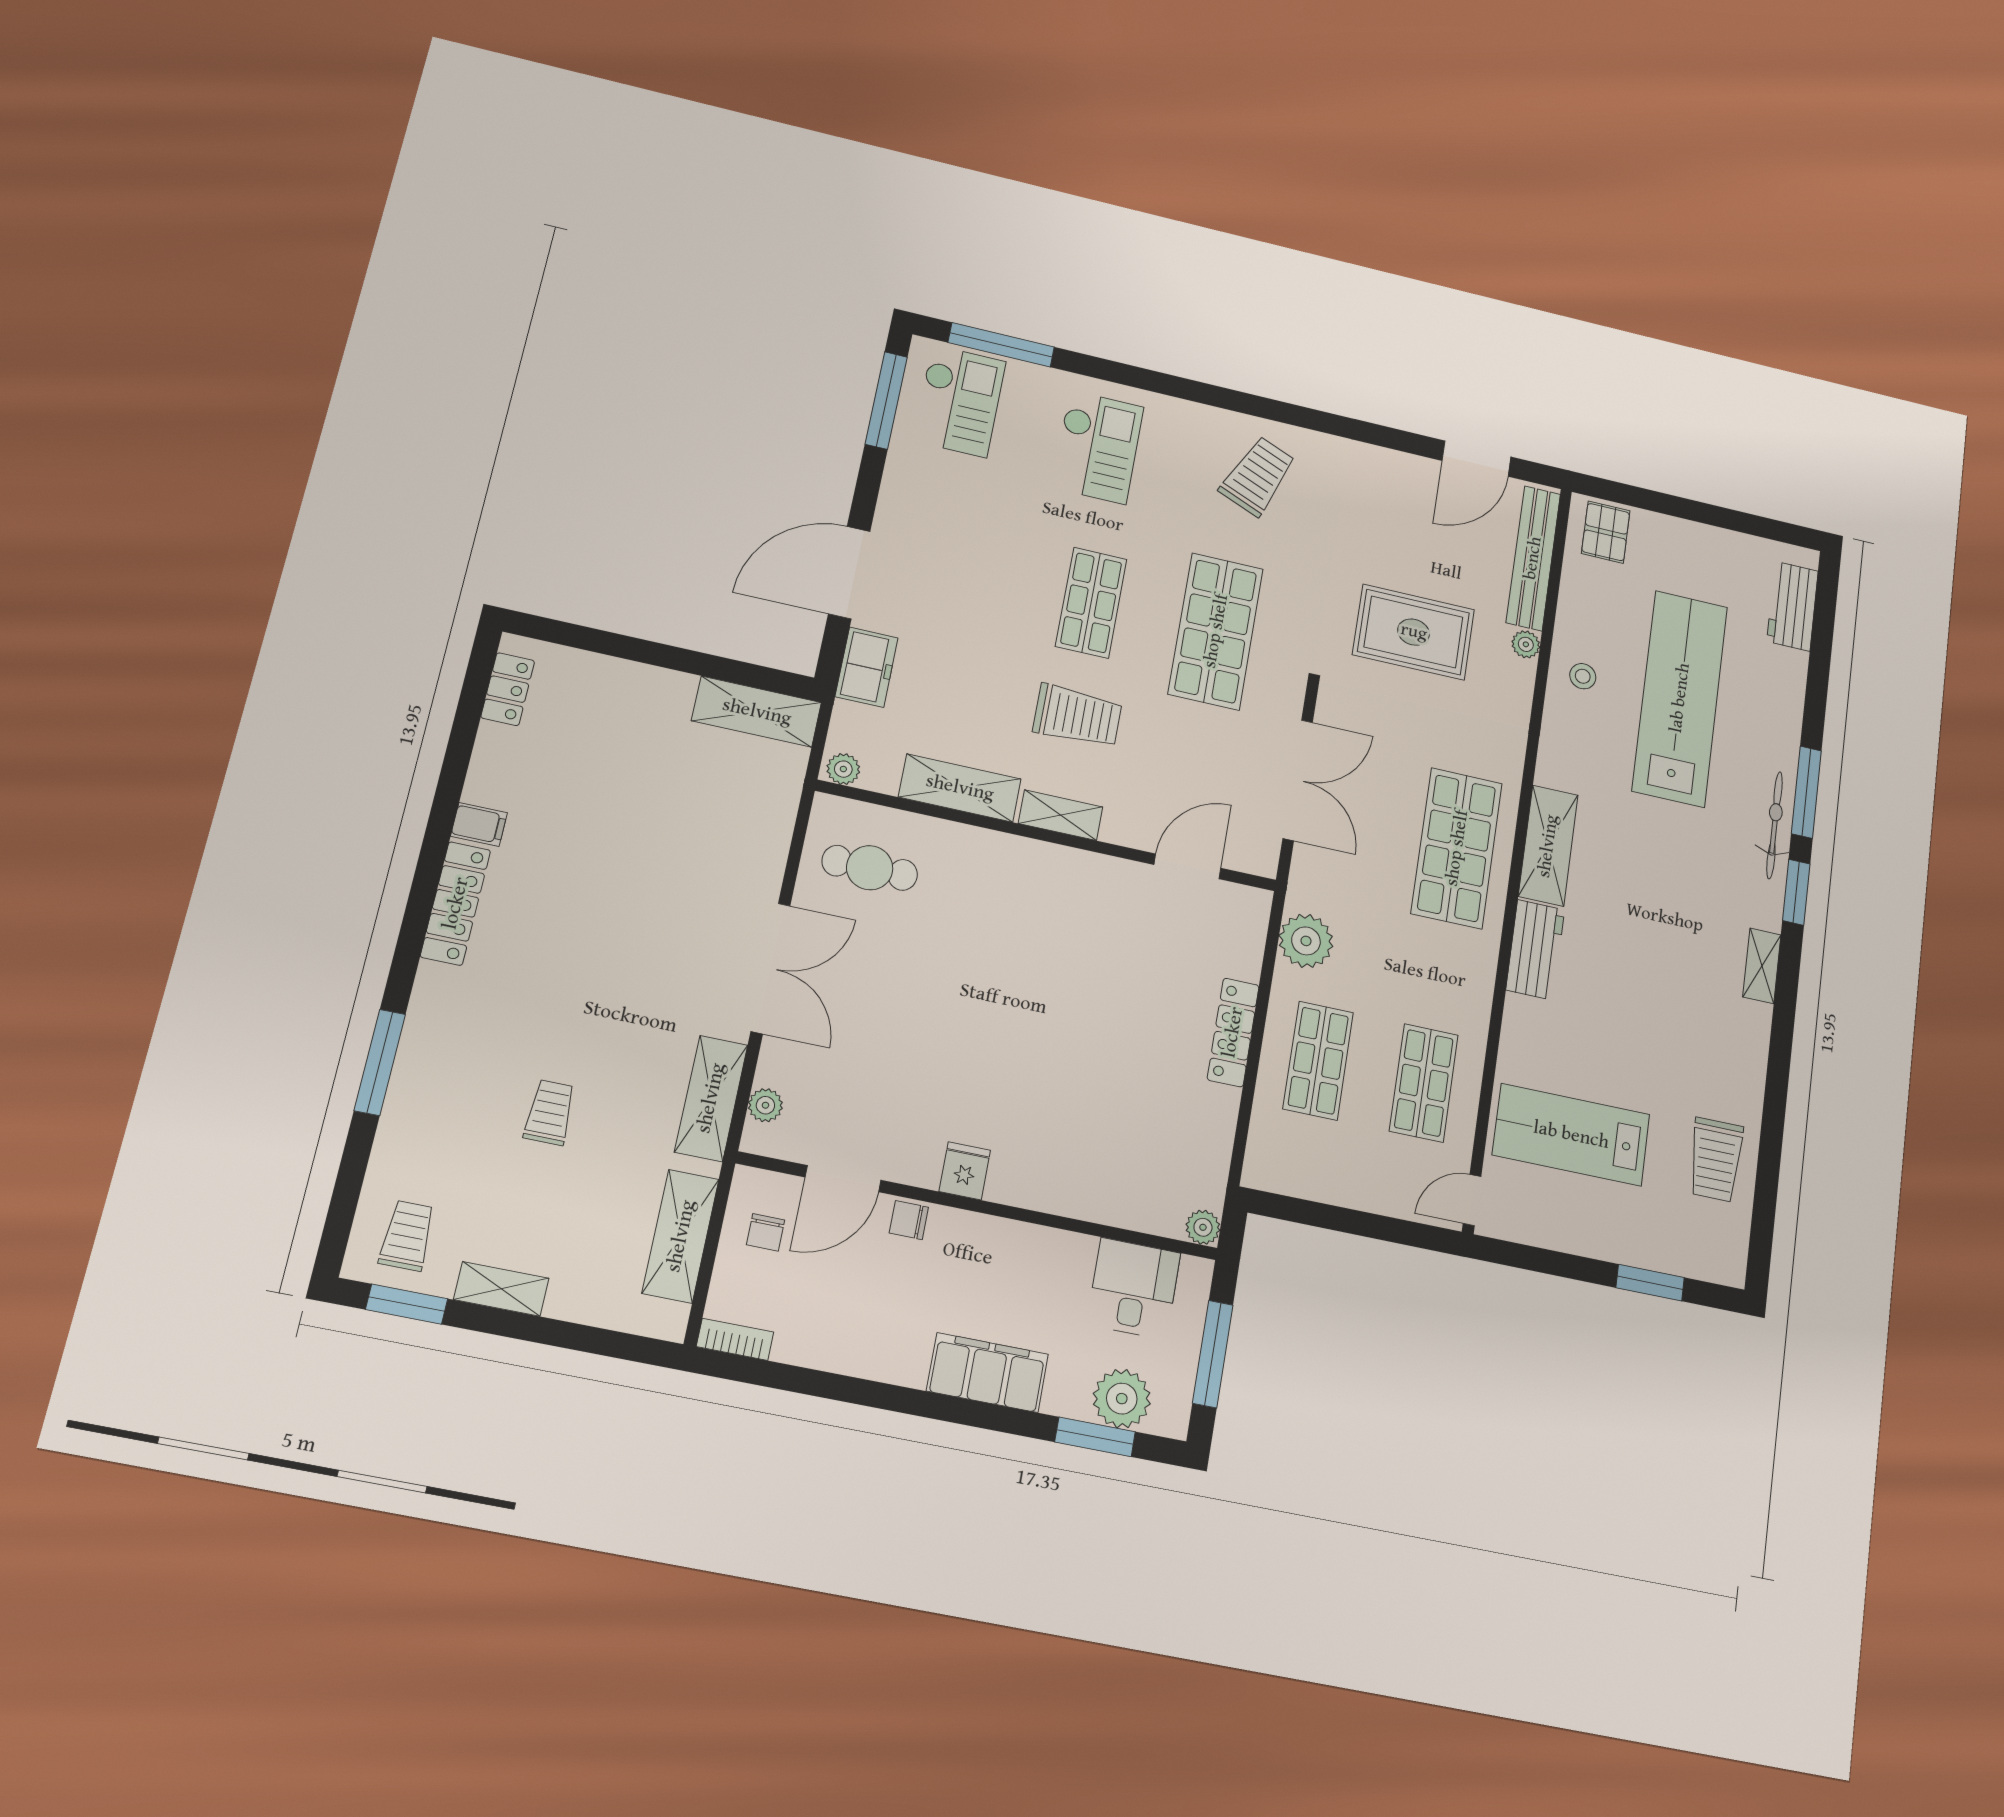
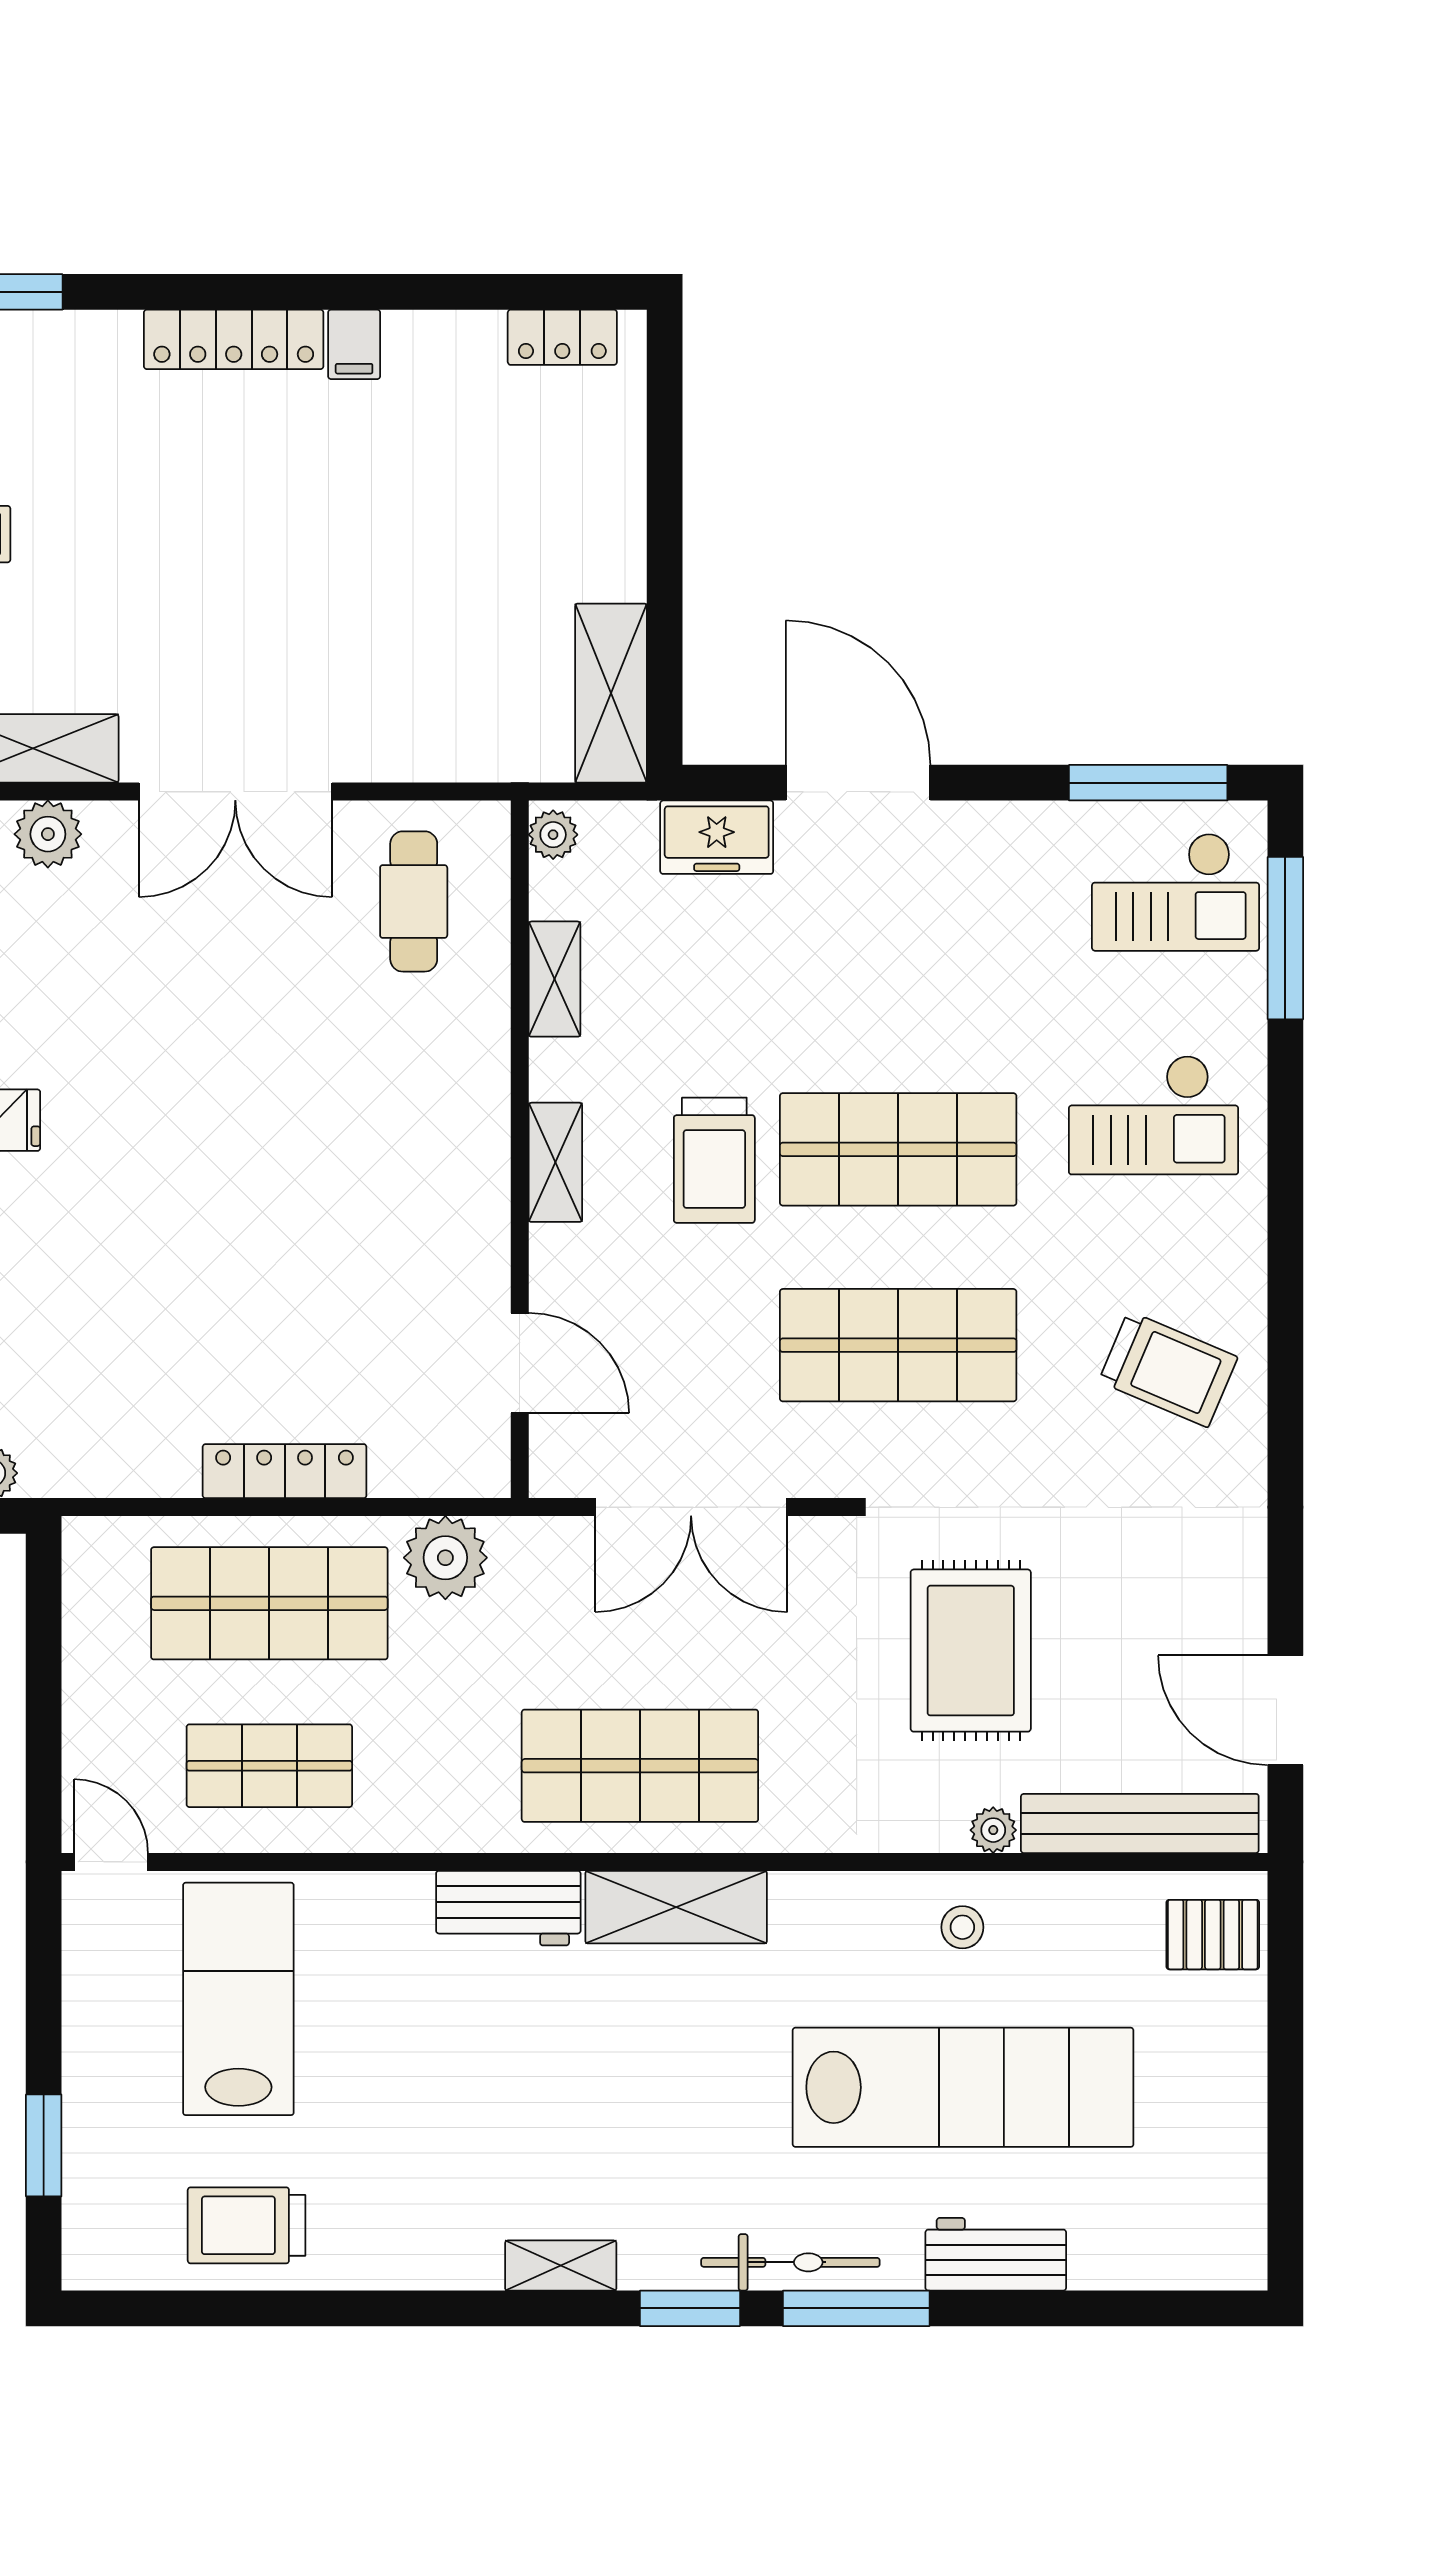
shop shelf: (1091, 603) -> (898, 1149), width x1.43, depth x1.36
workbench: (1792, 606) -> (996, 2254), moved
shelving: (960, 788) -> (555, 979), width x0.67, depth x0.75
shop shelf: (1318, 1061) -> (269, 1603), width x1.43, depth x1.36
plant: (765, 1105) -> (48, 834), width x1.38, depth x1.38

